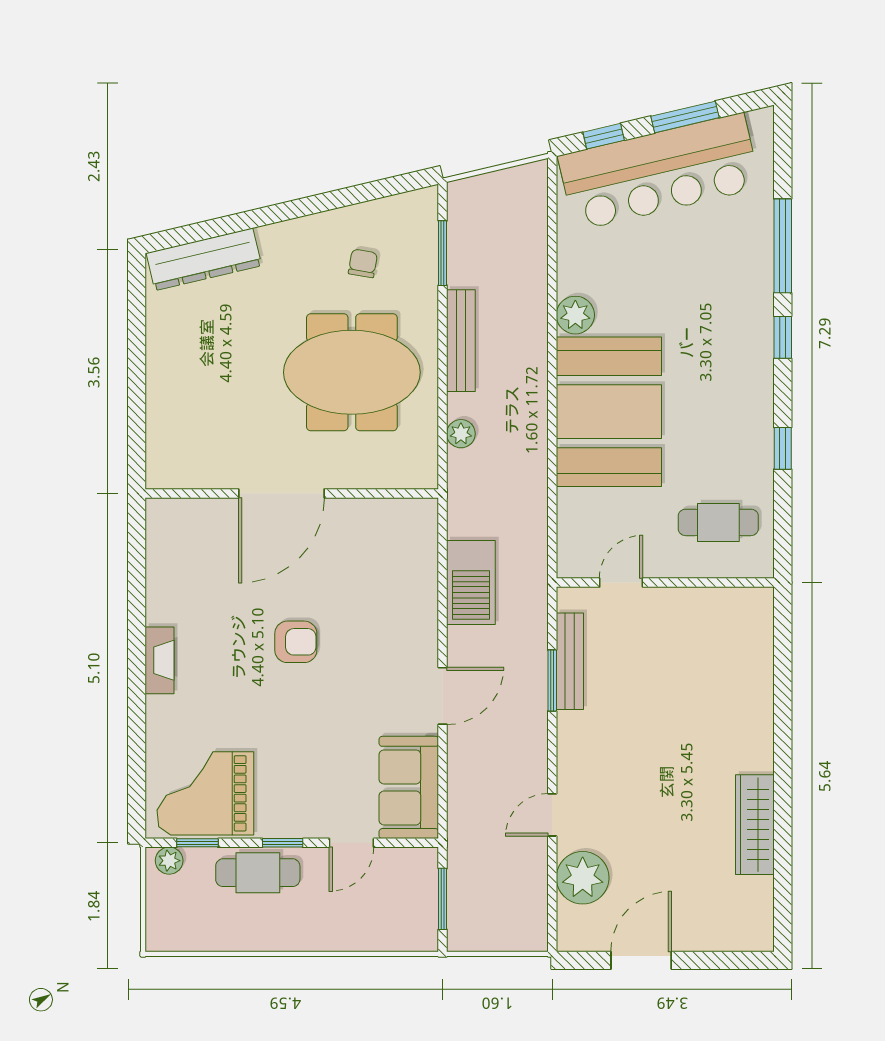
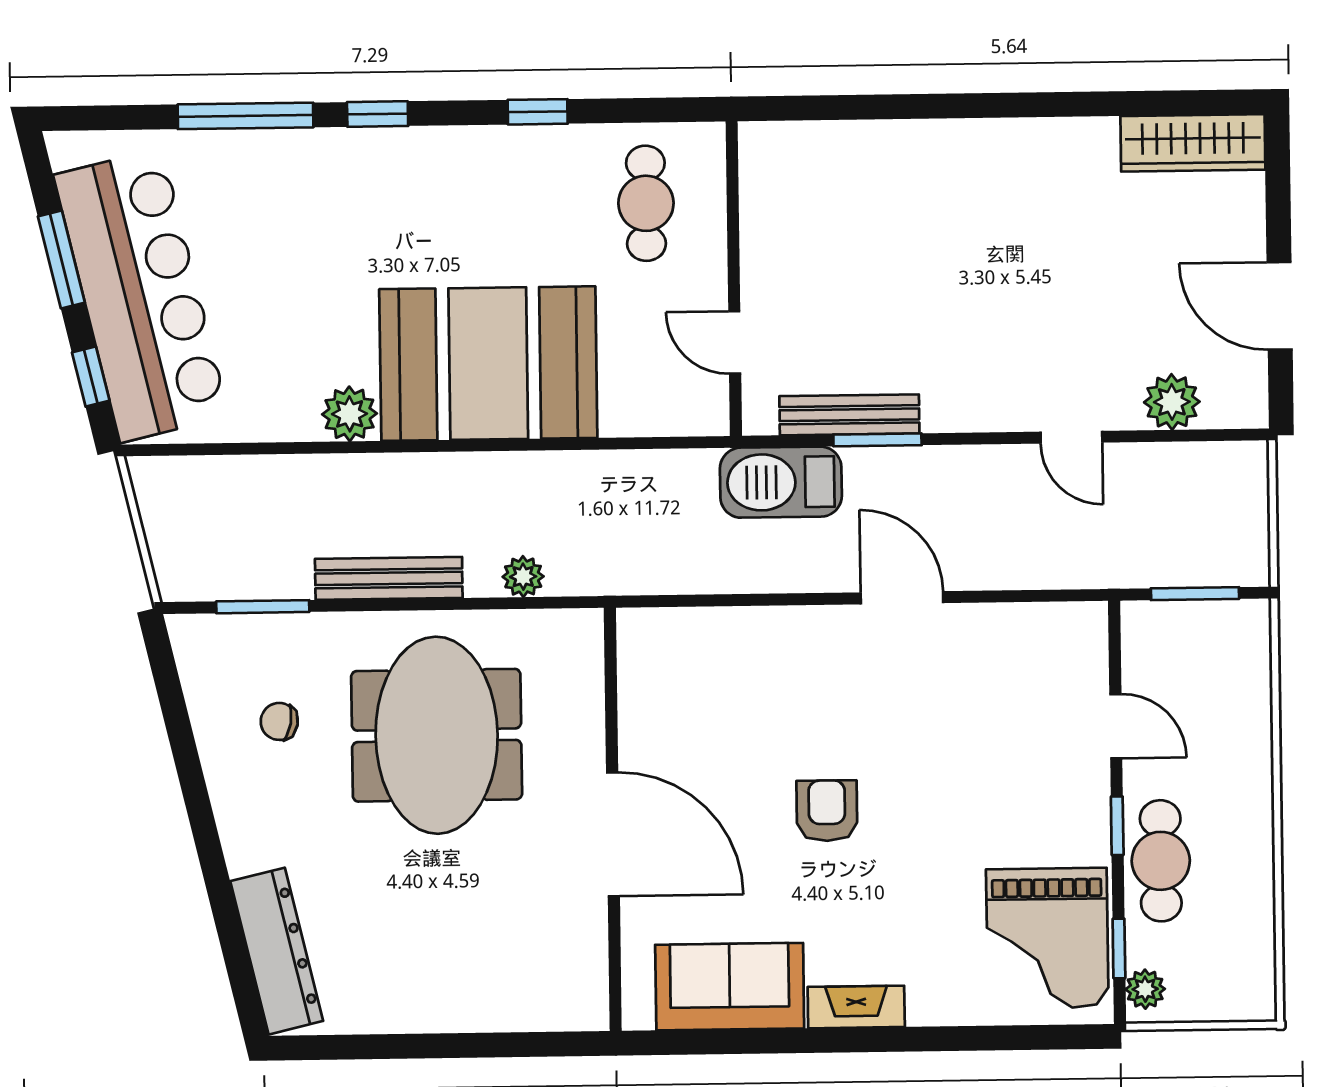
barbecue: (471, 582) -> (781, 482), moved, turned 180
sofa: (409, 787) -> (730, 987), moved, turned 180
wardrobe: (755, 825) -> (1193, 143), moved
plant: (583, 878) -> (1172, 402), width x0.73, depth x0.73

